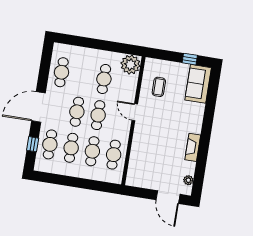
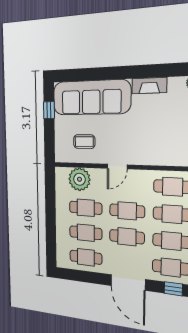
plant: (130, 65) -> (79, 179), moved
cafe table: (83, 76) -> (86, 233), added
sofa: (198, 84) -> (91, 97), width x1.85, depth x1.27

